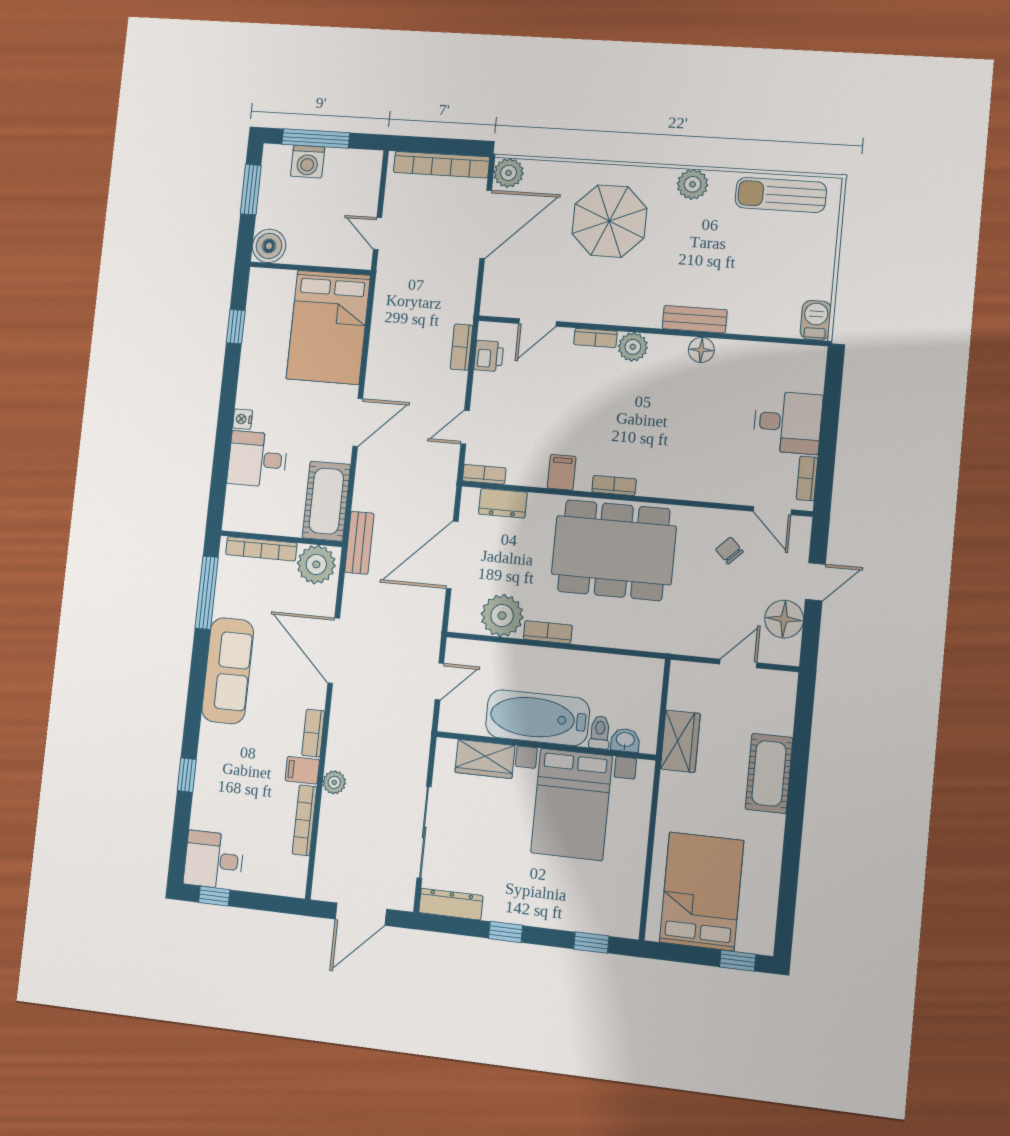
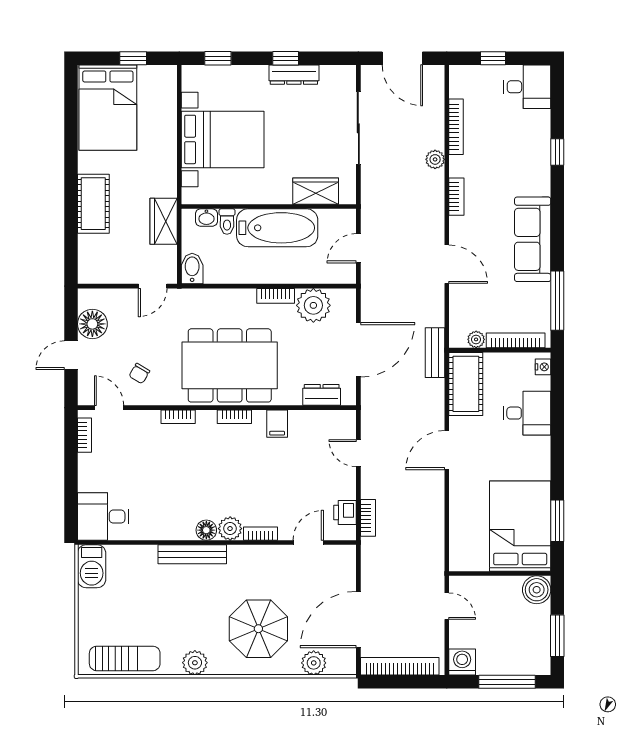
washing machine: (308, 162) -> (462, 662), moved
plant: (509, 173) -> (314, 663), moved
bench: (695, 319) -> (192, 554), width x1.36
barbecue: (816, 320) -> (92, 566), width x1.38, depth x1.27
window: (236, 327) -> (557, 521), width x1.50
bed: (328, 327) -> (520, 526), moved
floor lamp: (701, 350) -> (206, 530), moved
nightstand: (243, 419) -> (543, 367), moved
desk: (788, 422) -> (103, 517), moved
door: (465, 427) -> (358, 453), swing flipped
bookcase: (484, 474) -> (178, 417), moved
chair: (729, 550) -> (139, 373), turned 76
plant: (316, 564) -> (476, 339), width x0.53, depth x0.53
door: (334, 651) -> (447, 264), width x0.73
door: (738, 663) -> (153, 286), moved
bidet: (650, 677) -> (192, 268), added
filing cabinet: (302, 770) -> (462, 166), removed
bed with nightstands: (572, 804) -> (223, 139), moved, turned 90
bed: (702, 891) -> (108, 108), moved
window: (214, 896) -> (493, 58), moved
dresser: (451, 904) -> (294, 75), moved
door: (361, 914) -> (402, 58), swing flipped
window: (738, 961) -> (133, 58), moved

